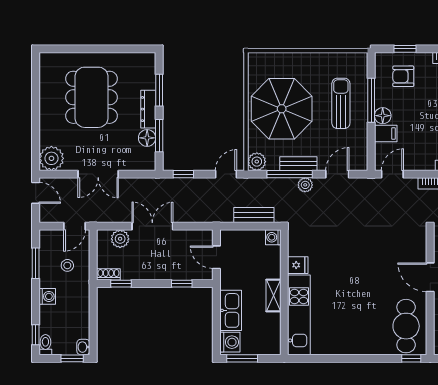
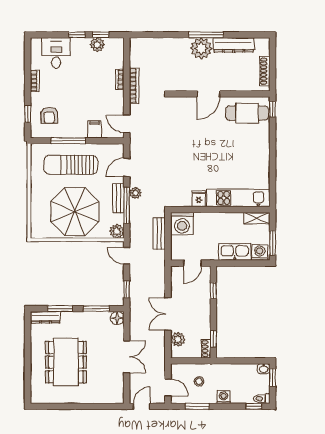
dining table: (91, 97) -> (66, 362), turned 90
sun lounger: (341, 103) -> (71, 165), width x1.36, depth x1.34
dresser: (148, 109) -> (45, 317), moved
floor lamp: (383, 116) -> (80, 132), removed
floor lamp: (147, 138) -> (117, 318), moved
plant: (51, 158) -> (114, 394), removed
door: (337, 174) -> (127, 167), hinge flipped
door: (75, 226) -> (168, 387), moved
washing machine: (273, 237) -> (182, 224), width x1.89, depth x1.89
shelving: (273, 296) -> (257, 218), moved

